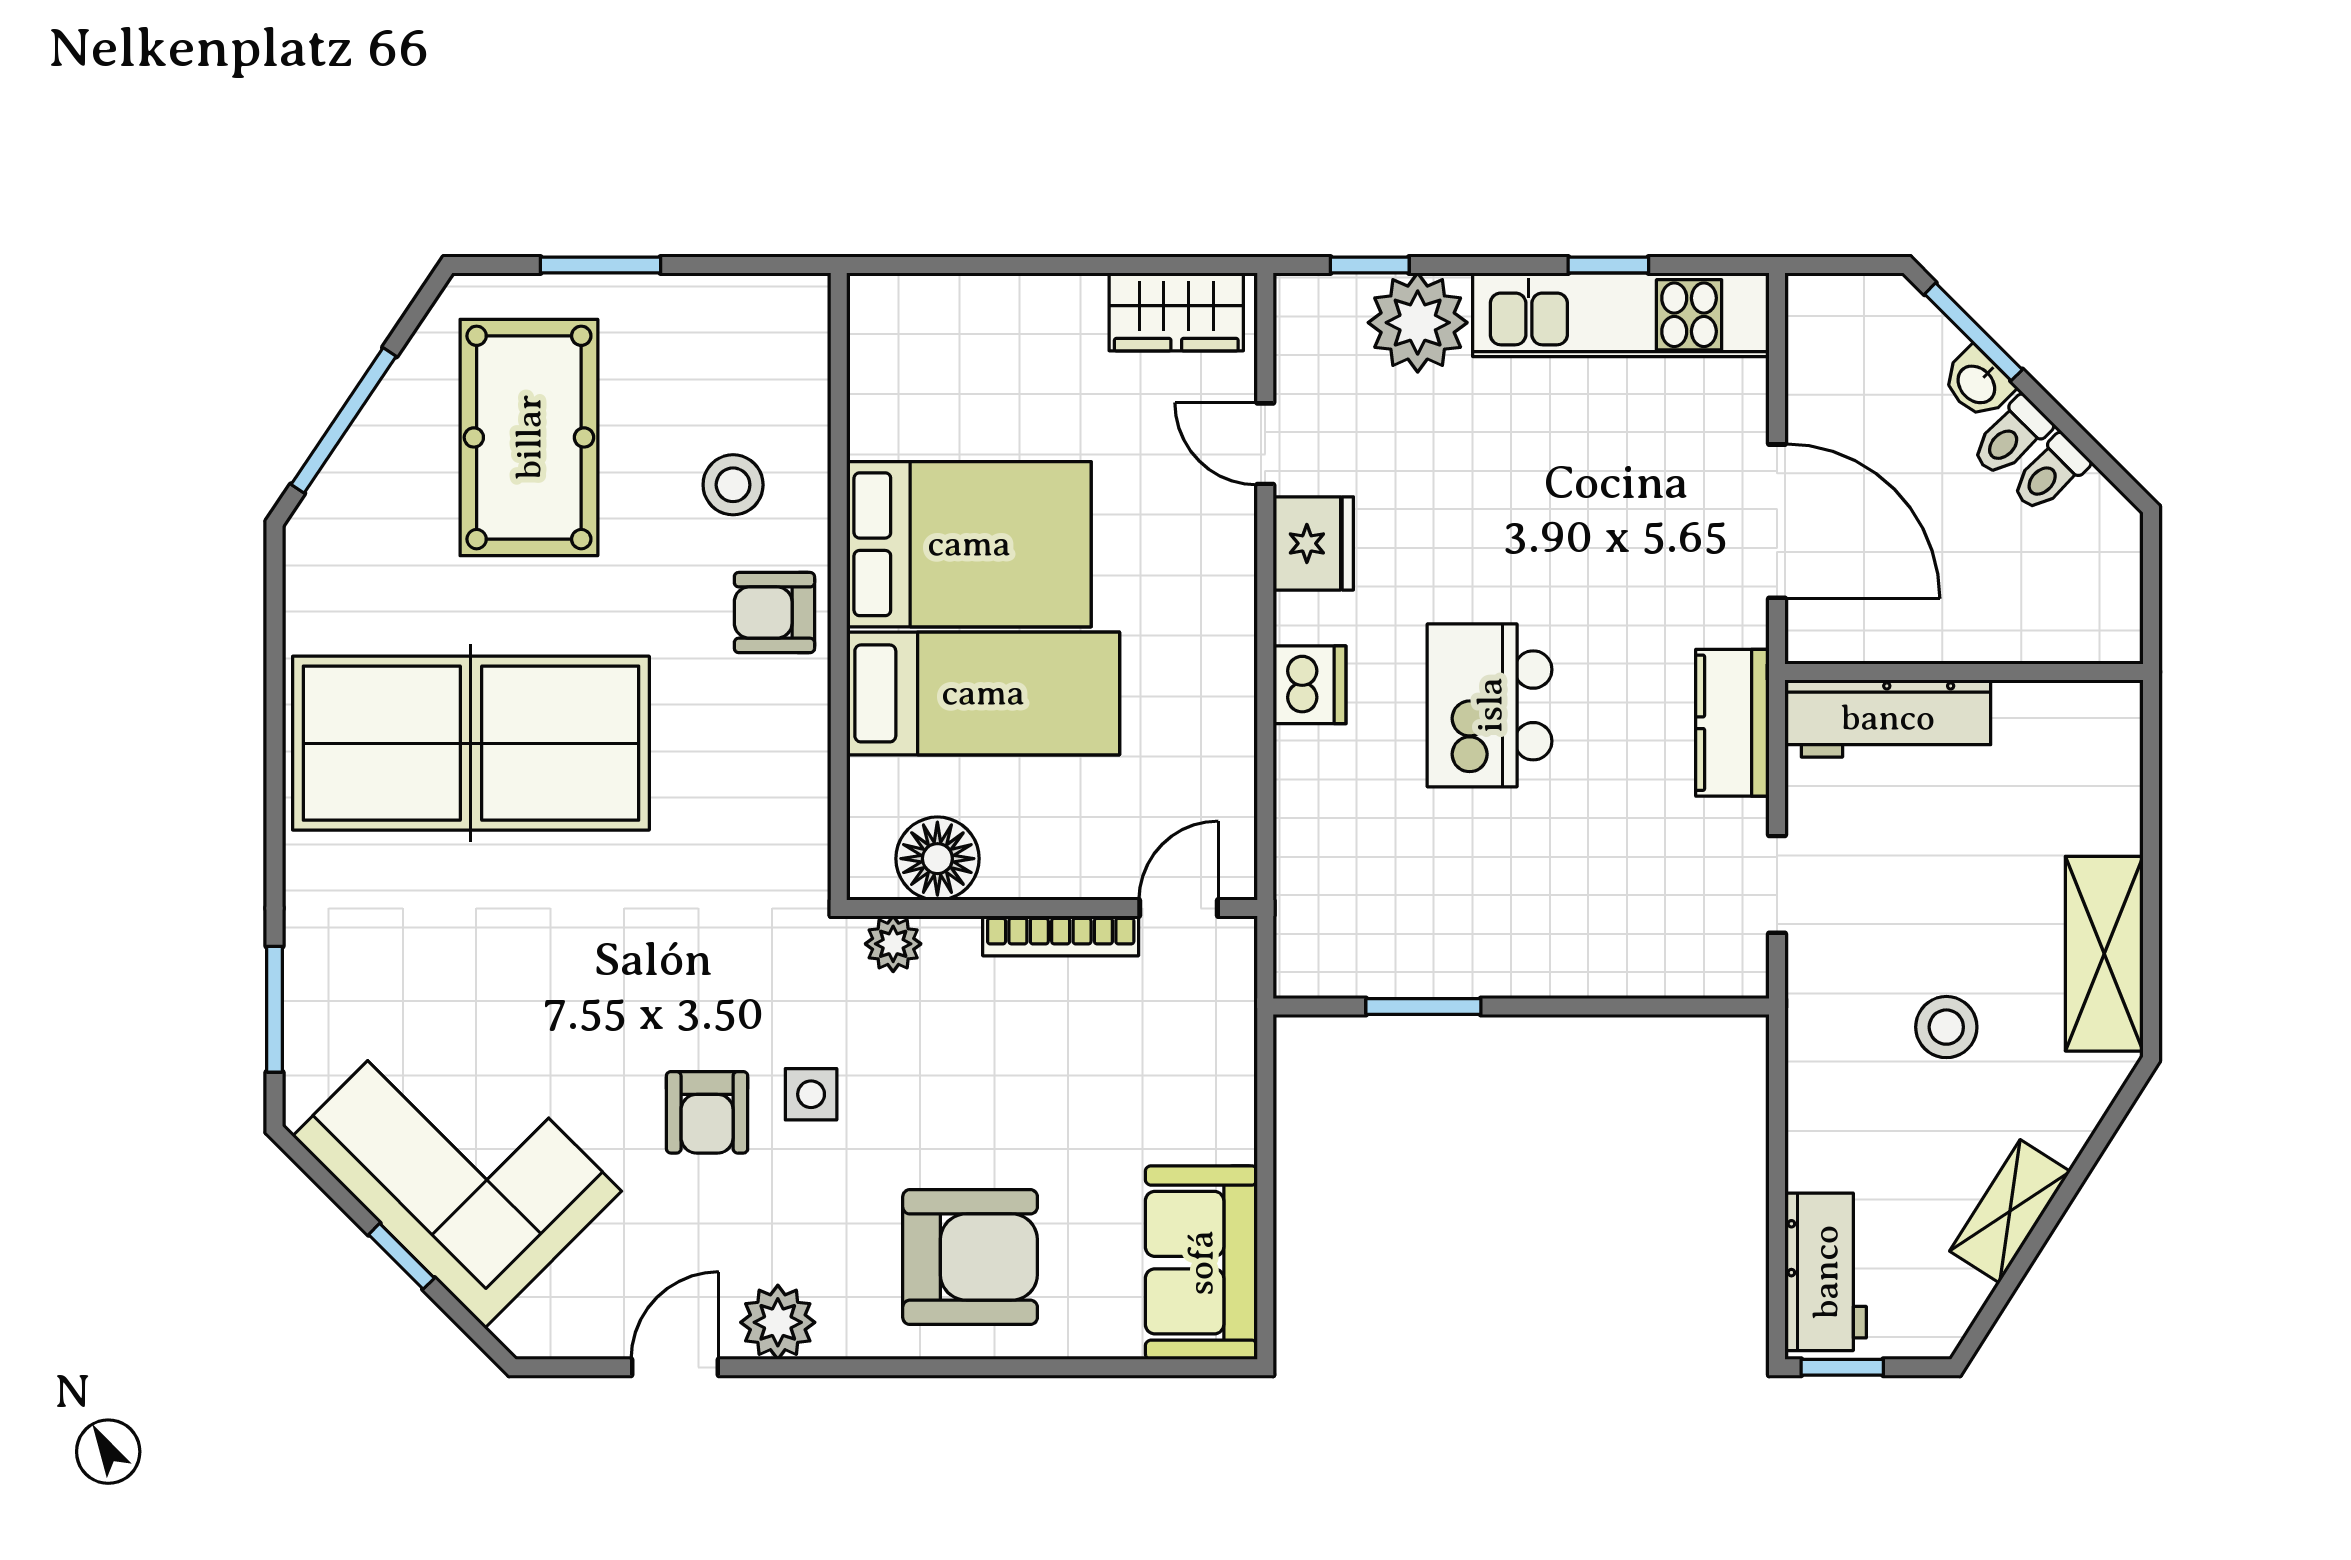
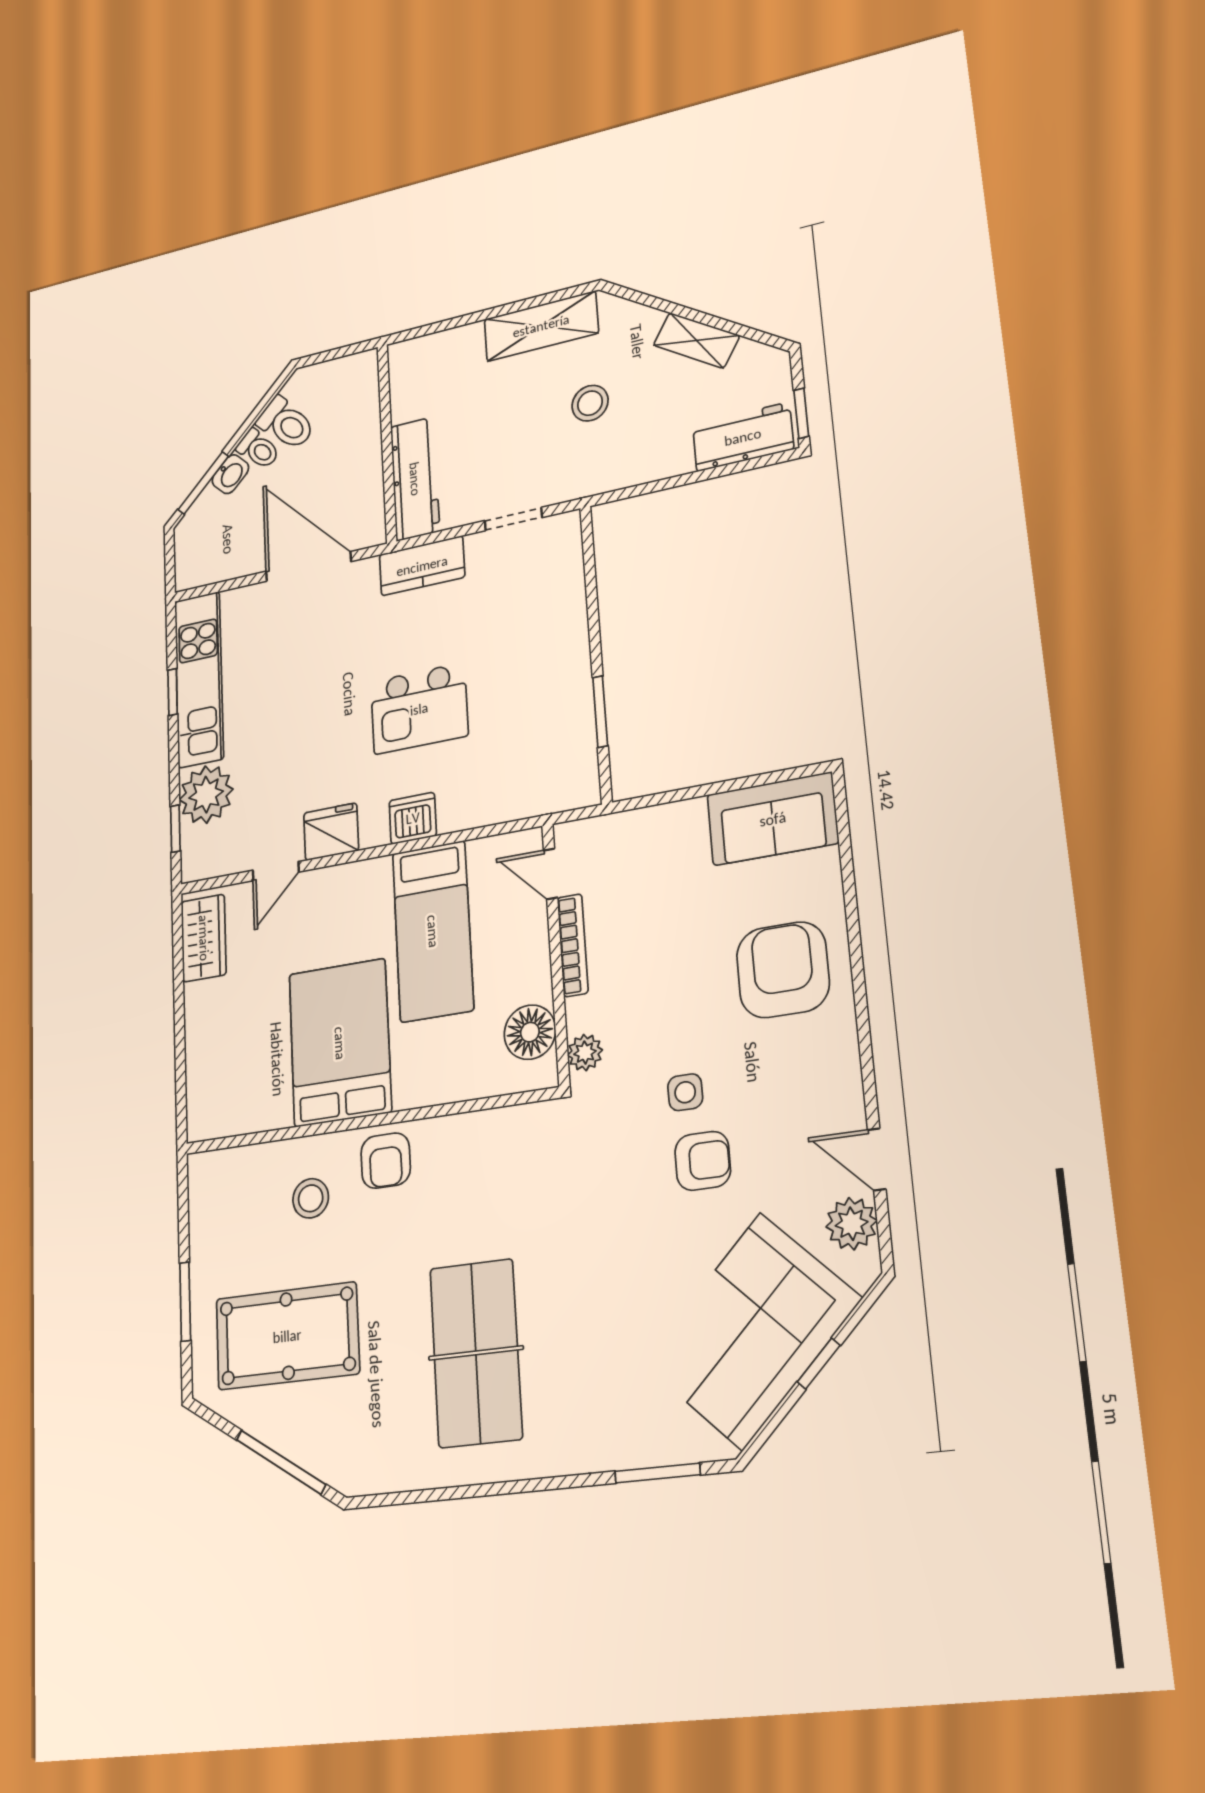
toilet: (2050, 473) -> (286, 423), width x1.37, depth x1.39
door: (1777, 521) -> (308, 566), hinge flipped
bed: (983, 693) -> (433, 931), moved, turned 180
table tennis table: (471, 743) -> (476, 1353), width x0.73, depth x0.76
plant: (778, 1322) -> (852, 1224), moved

